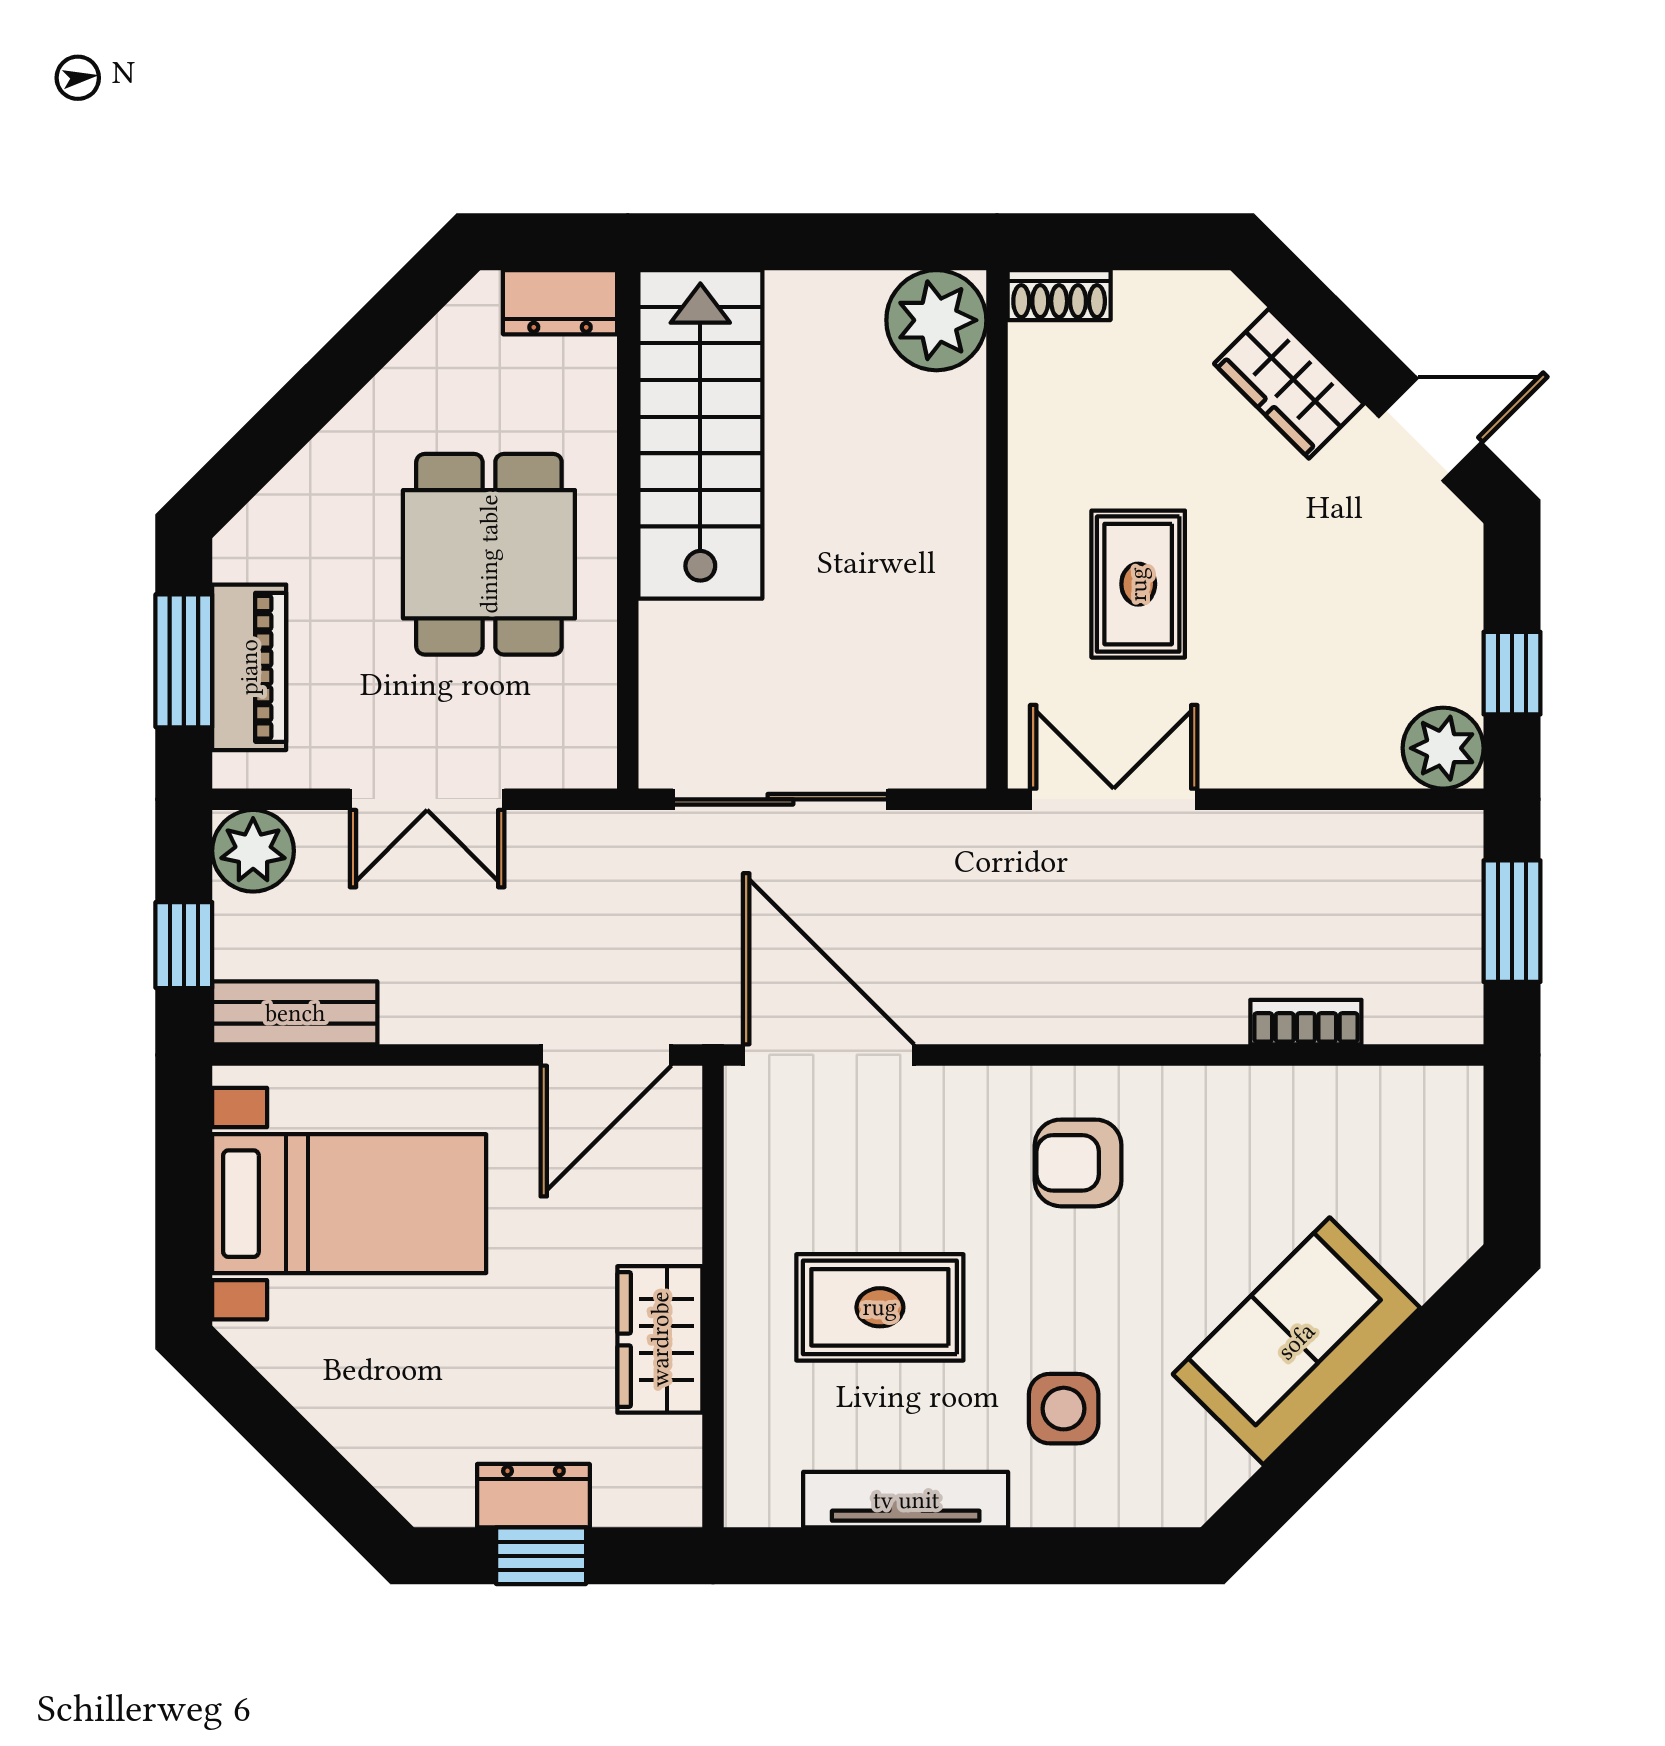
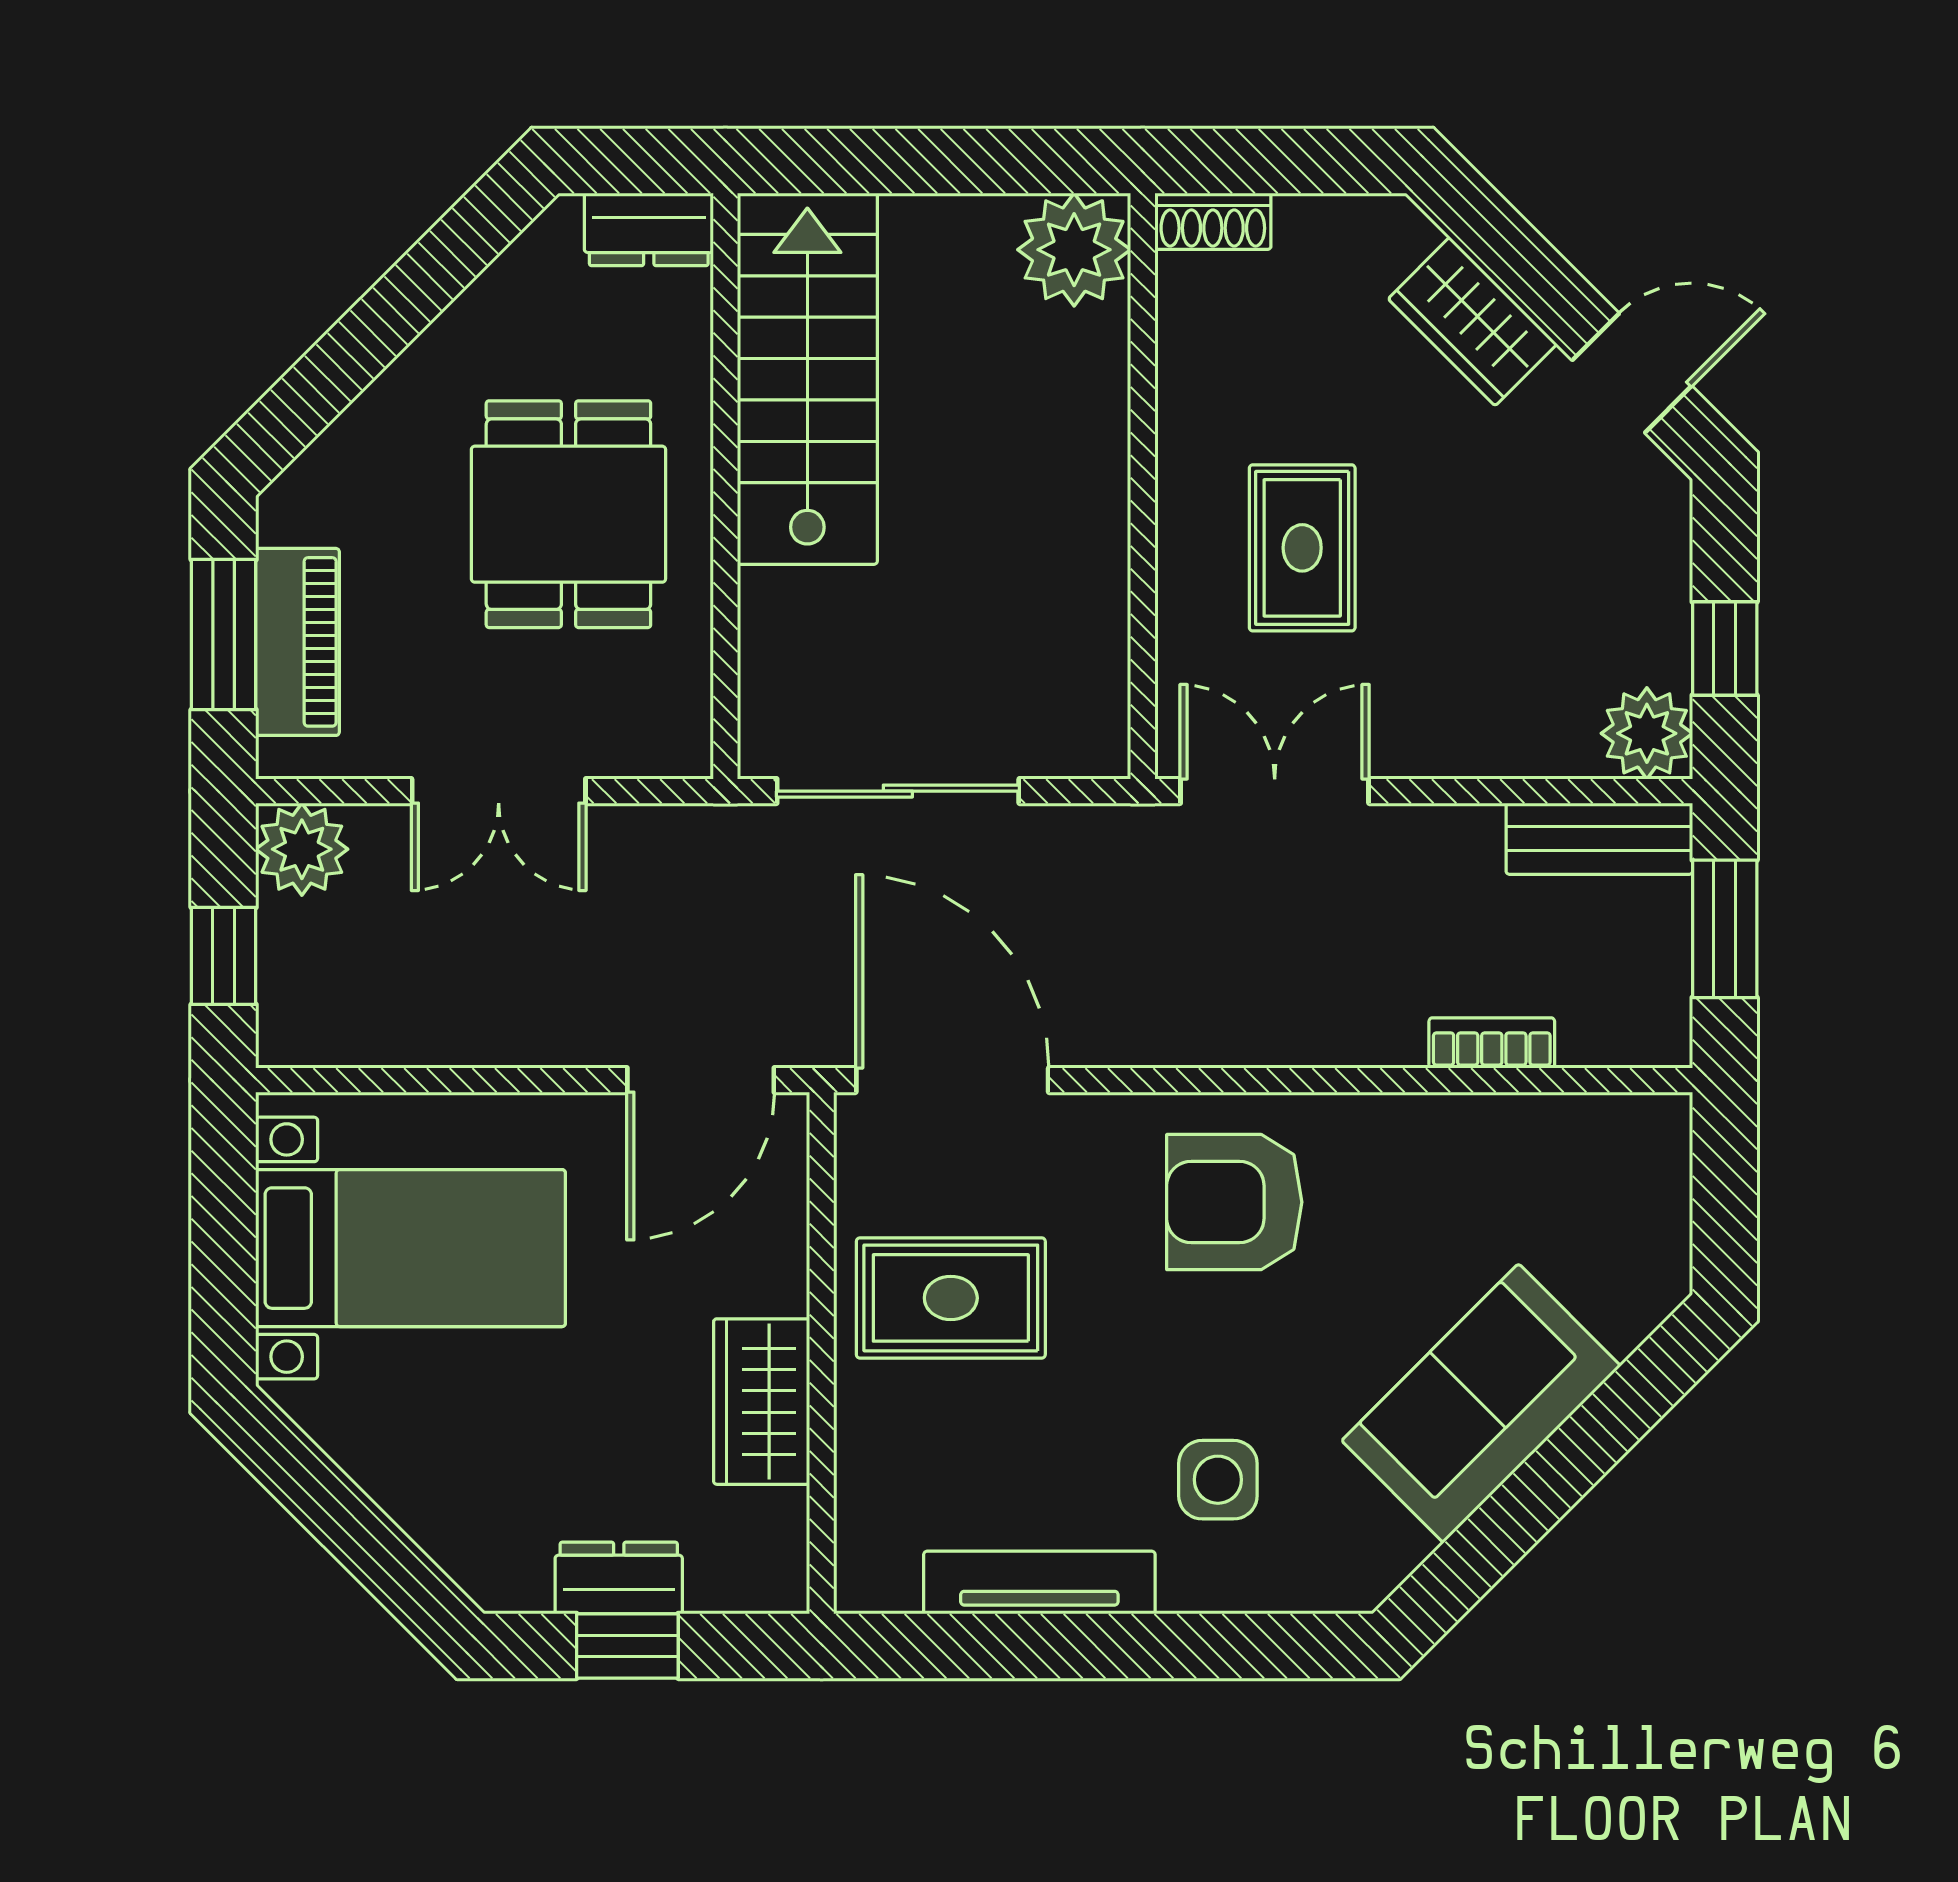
bench: (295, 1013) -> (1599, 839), moved
armchair: (1078, 1163) -> (1234, 1202), width x1.38, depth x1.38
rug: (880, 1307) -> (951, 1298), moved

